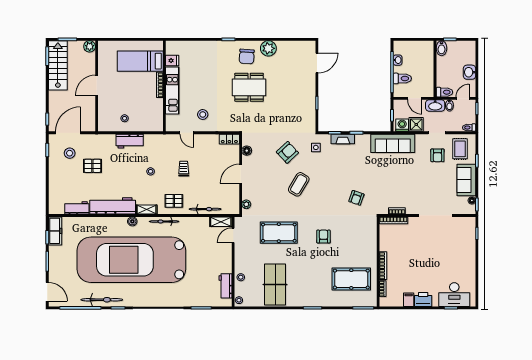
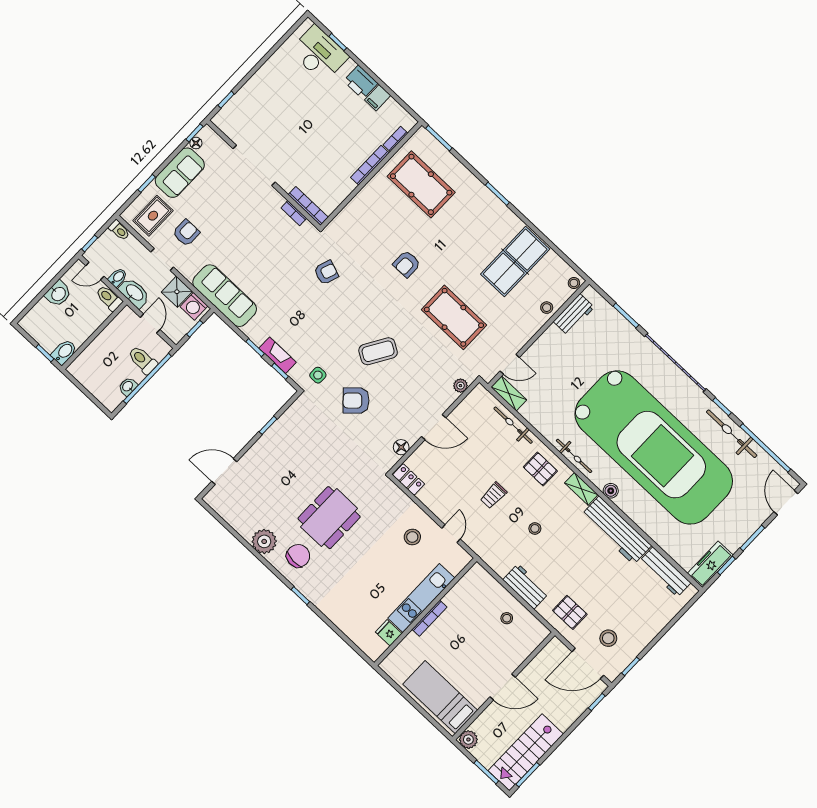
bed: (140, 61) -> (440, 697), moved, turned 180
dining table: (249, 87) -> (329, 518), turned 90
pallet: (92, 166) -> (570, 612), moved
workbench: (77, 208) -> (665, 572), width x1.38

